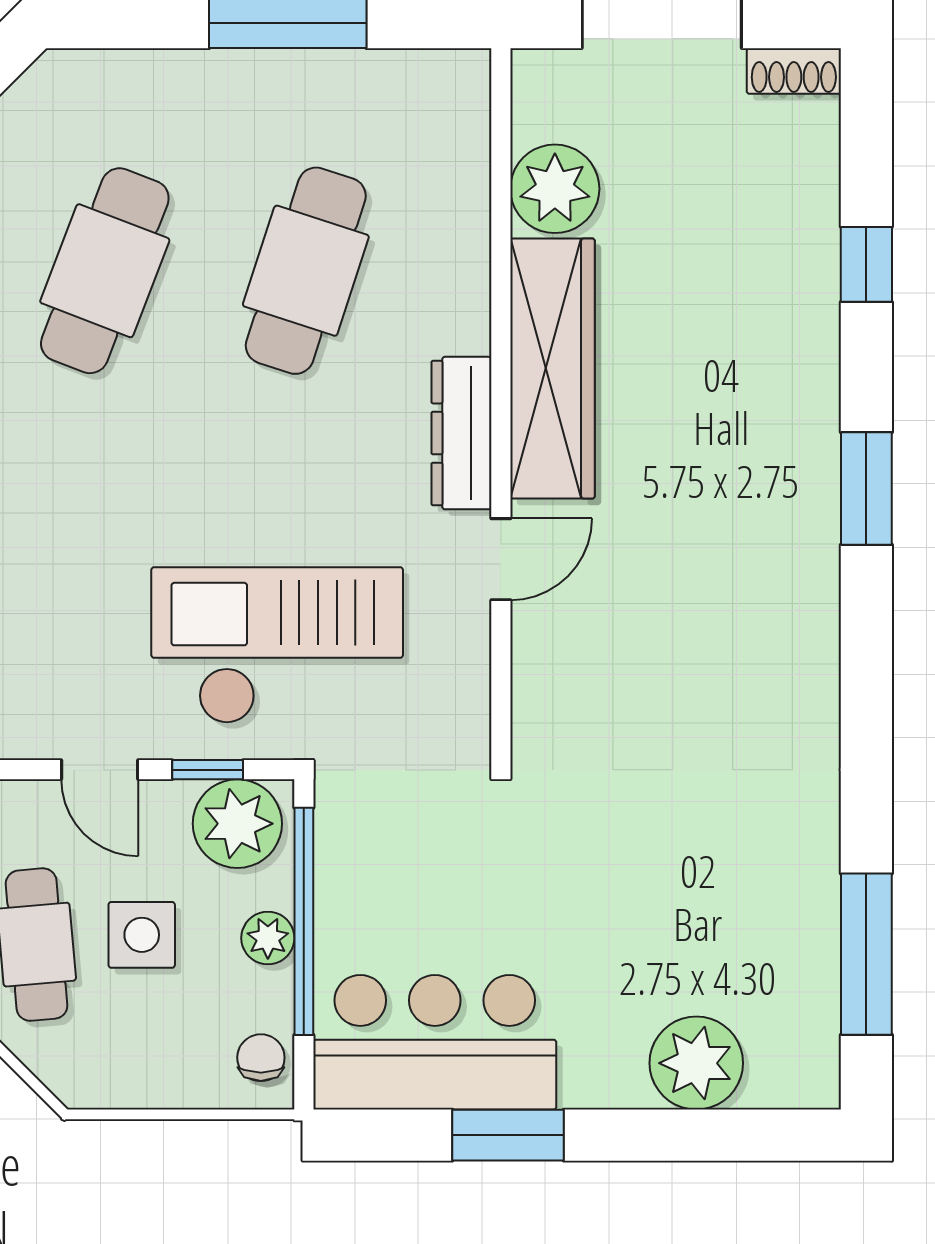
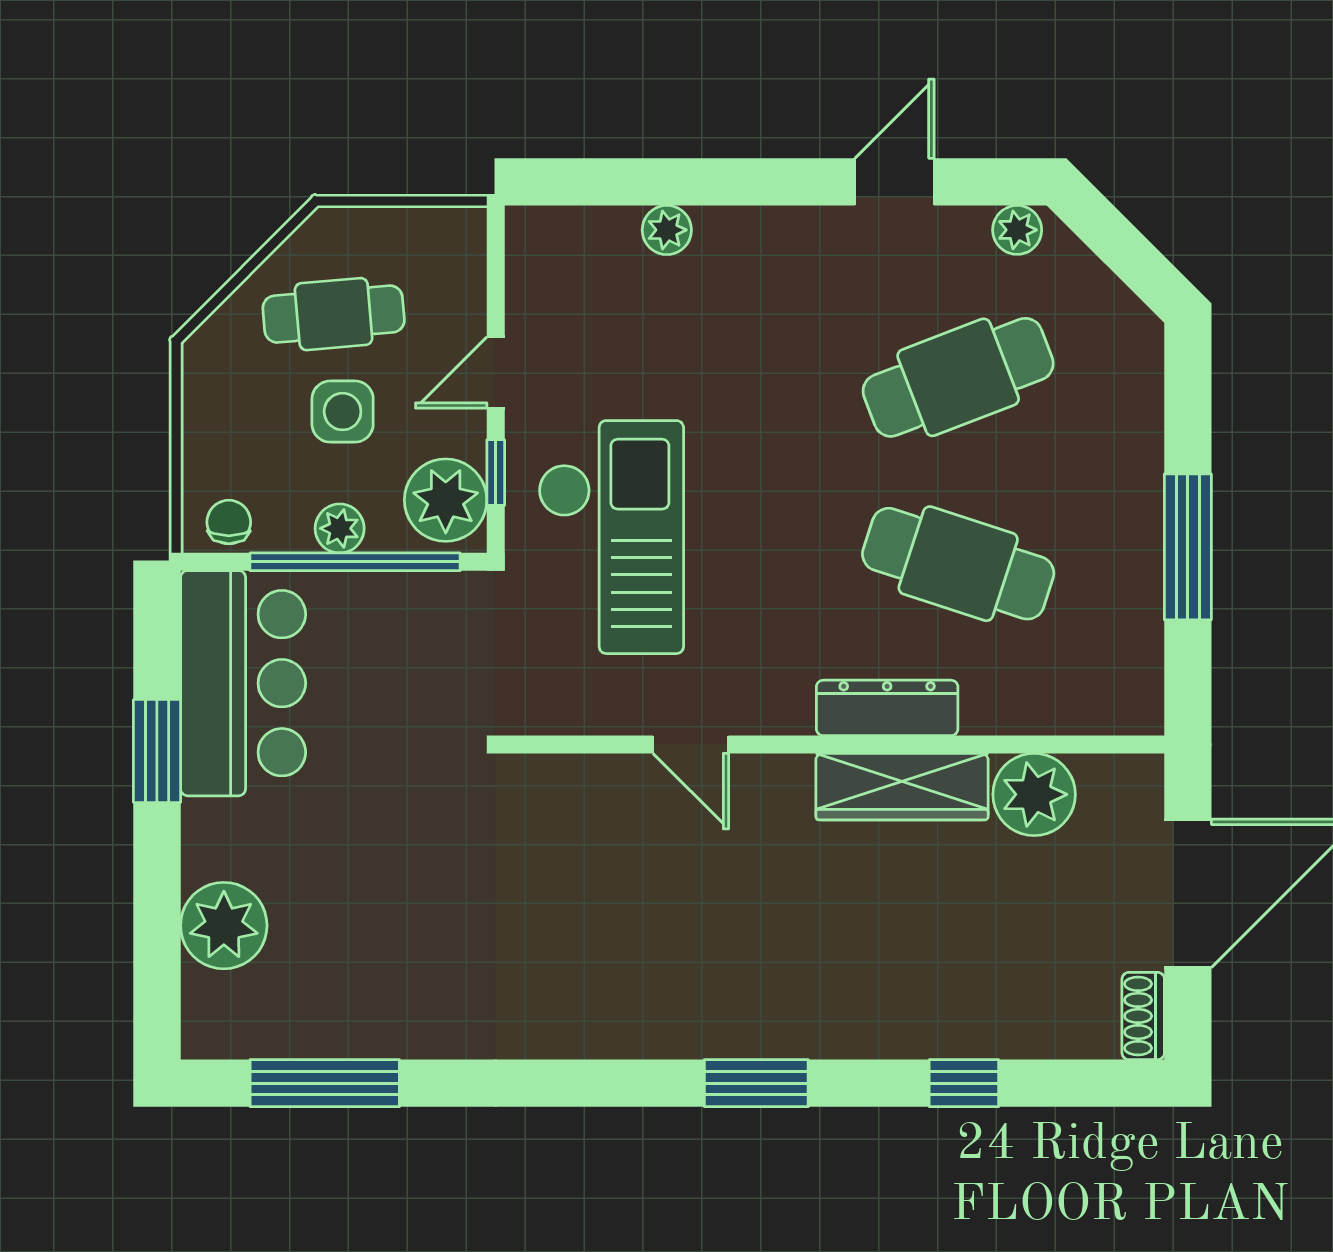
cafe table: (105, 271) -> (958, 377), turned -42
wardrobe: (553, 369) -> (902, 787), width x0.71, depth x0.85
dresser: (461, 433) -> (887, 708), moved
chair: (261, 1058) -> (229, 522), turned -90

